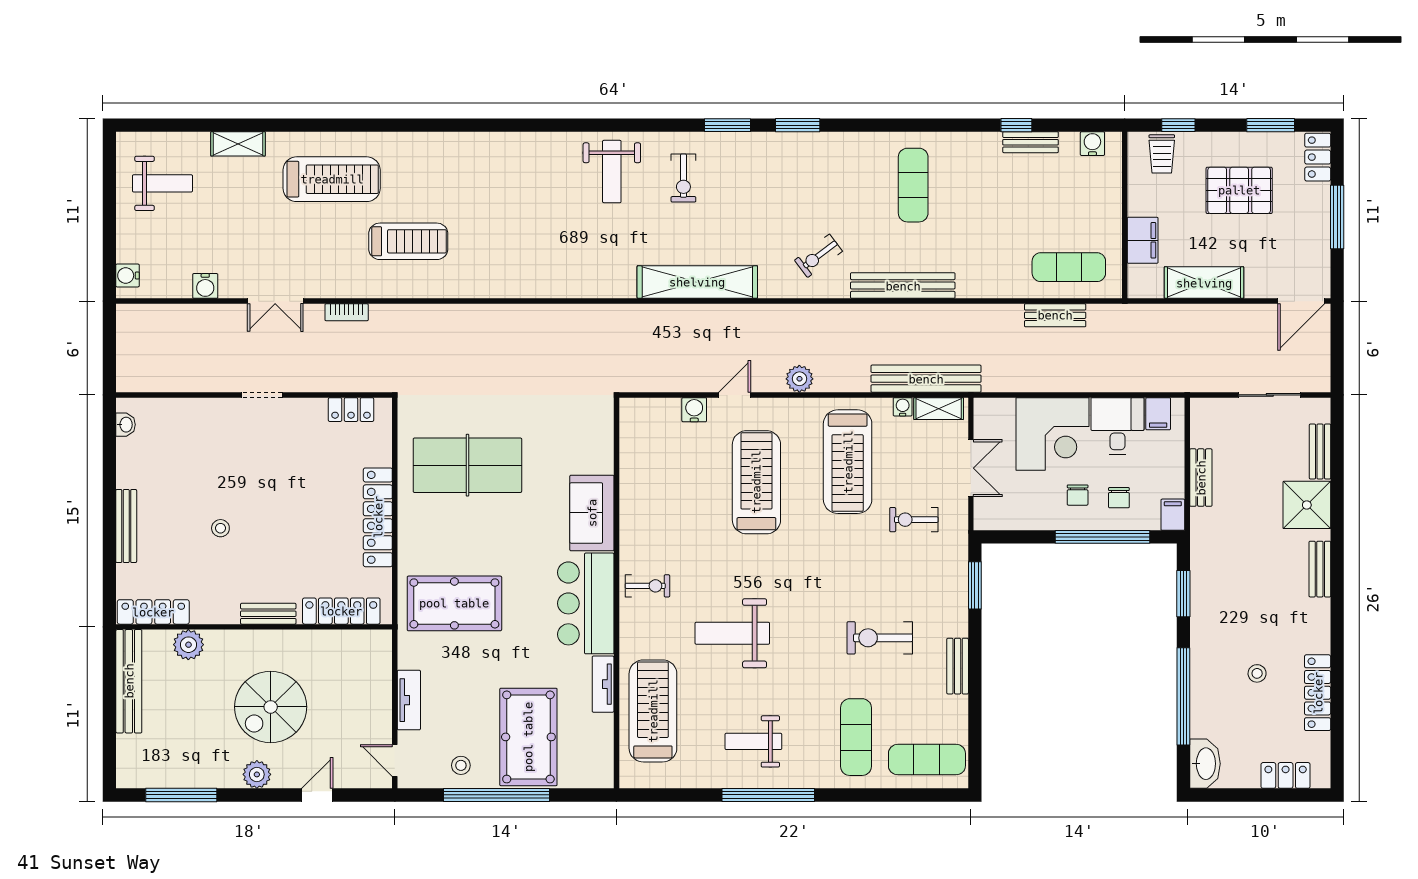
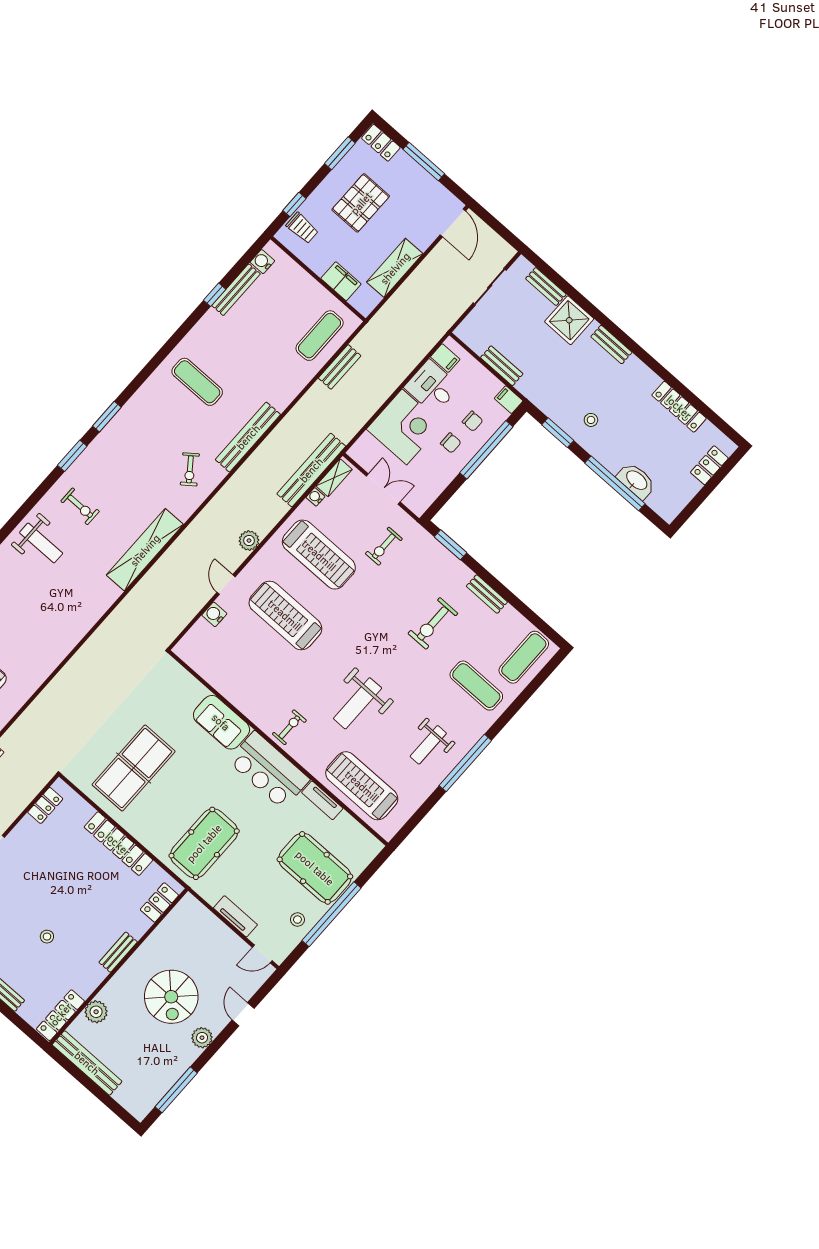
bench: (1031, 142) -> (236, 290), width x1.36
locker: (341, 611) -> (159, 902), width x0.66
stool: (1257, 673) -> (591, 420), moved
washbasin: (1205, 764) -> (636, 481), moved

